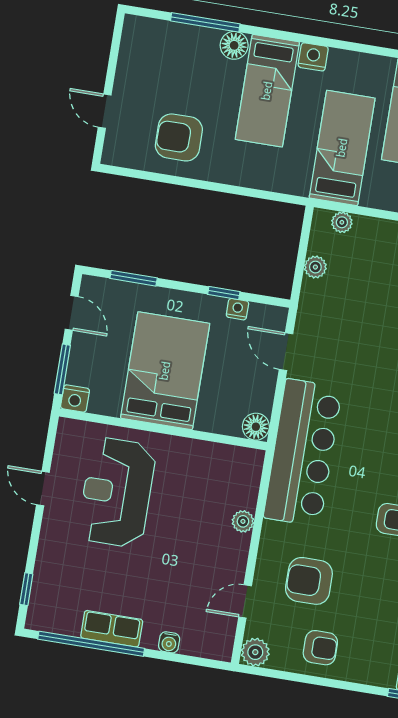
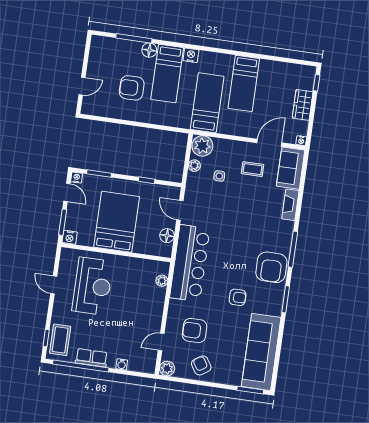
door: (105, 111) -> (82, 86), swing flipped
armchair: (179, 137) -> (132, 88), moved
plant: (342, 222) -> (202, 146), width x1.88, depth x1.88
side table: (362, 288) -> (219, 176), added
nightstand: (237, 309) -> (77, 178), moved
floor lamp: (256, 427) -> (167, 236), moved
reception desk: (117, 492) -> (93, 286), turned 180
plant: (243, 521) -> (162, 281), moved
coffee table: (53, 593) -> (60, 340), added
armchair: (320, 648) -> (201, 365), turned -123

